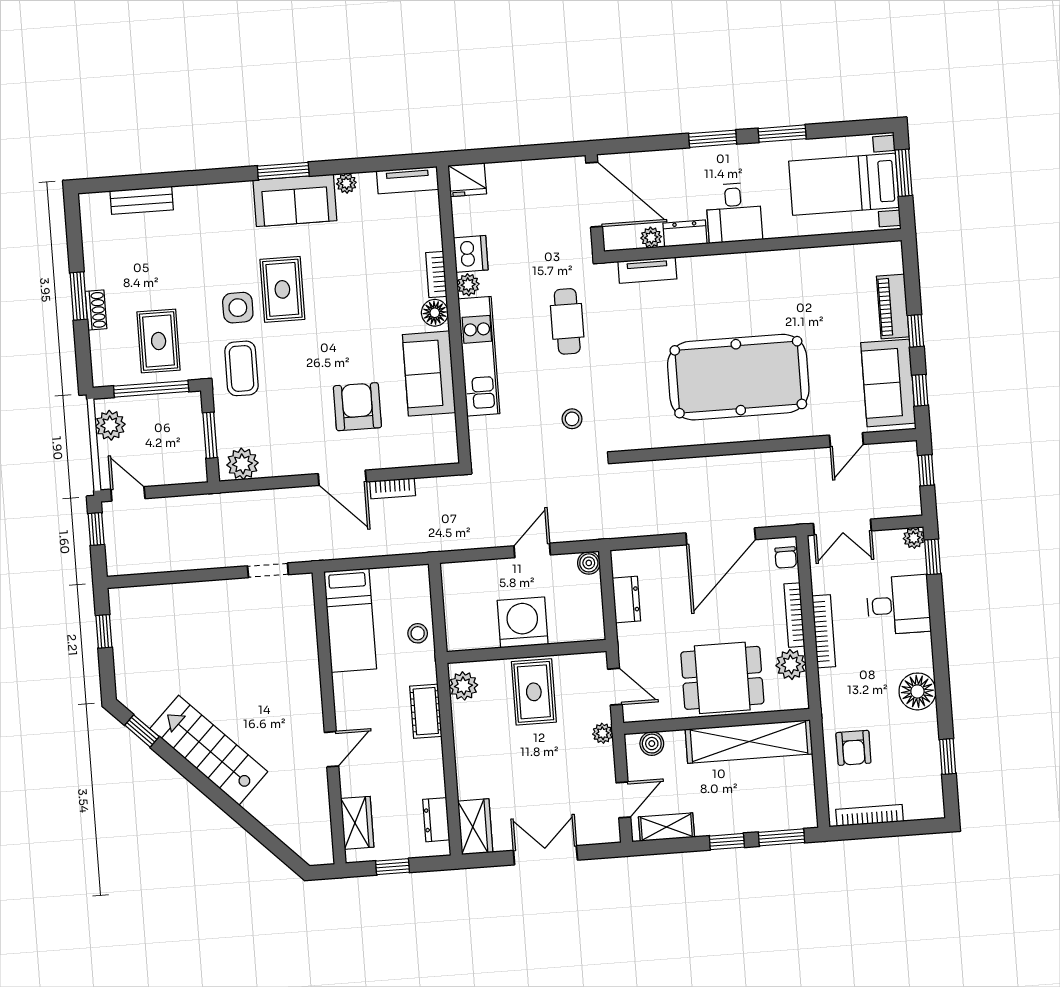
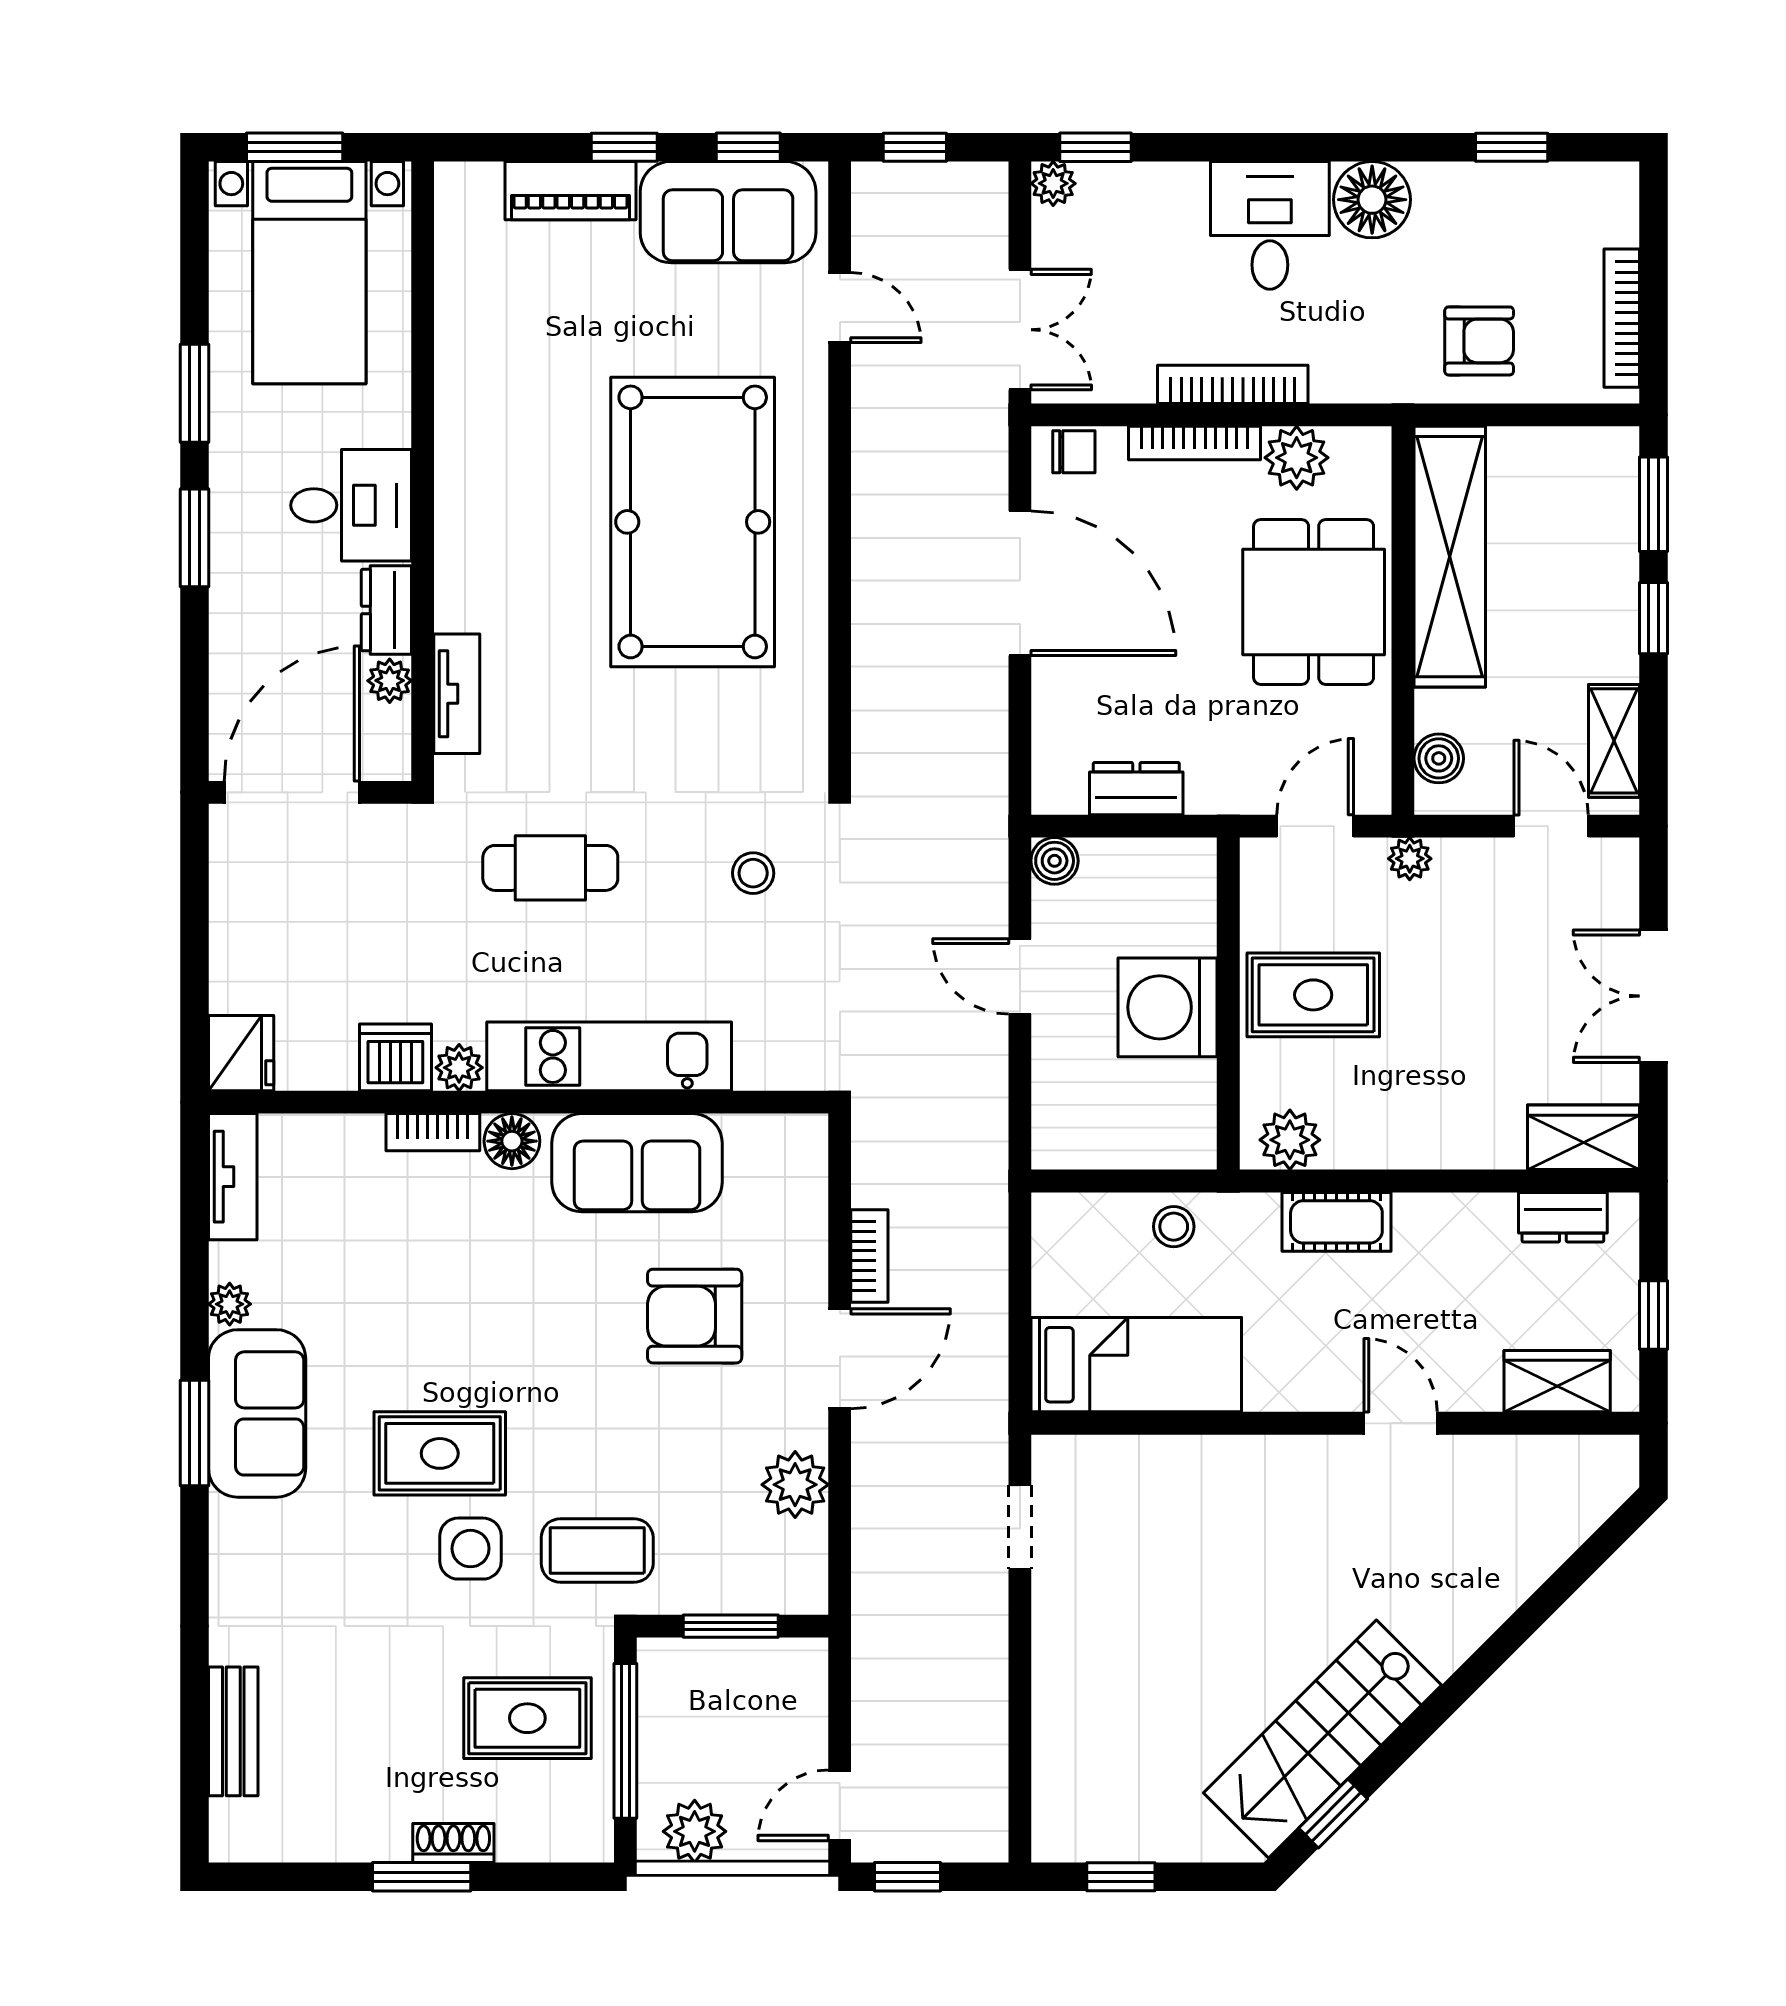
plant: (242, 464) -> (795, 1485), moved
desk: (899, 605) -> (1270, 225), moved
stairs: (209, 750) -> (1323, 1739), moved

